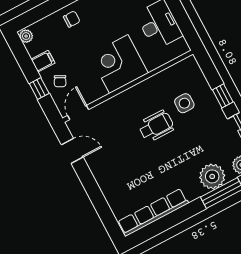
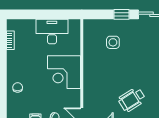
wheelchair: (156, 126) -> (132, 99), moved, turned -122

